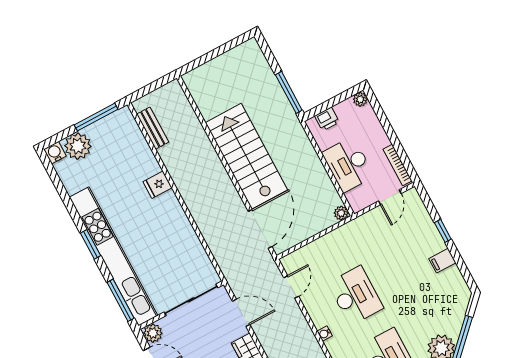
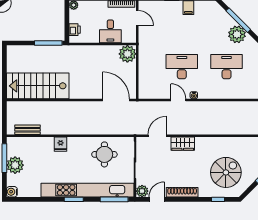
plant: (78, 146) -> (15, 165), moved
stairs: (246, 156) -> (38, 86), moved
desk: (348, 165) -> (110, 31), width x0.73
plant: (341, 213) -> (127, 54), width x1.87, depth x1.87
round table: (176, 253) -> (104, 154), added
door: (291, 287) -> (178, 100), moved

